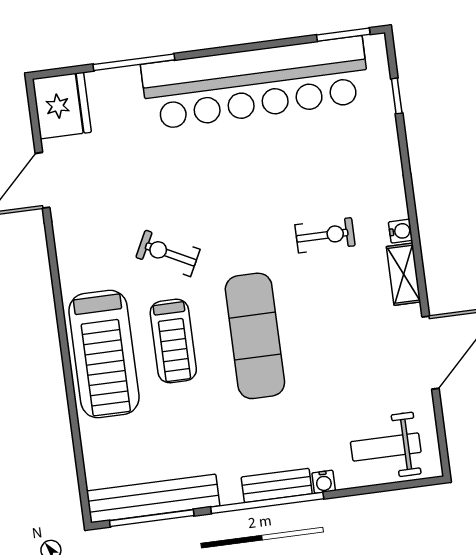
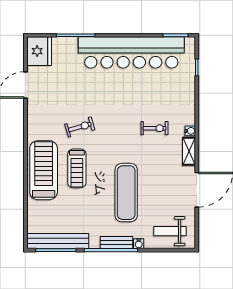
exercise bike: (168, 253) -> (80, 127), turned 137
exercise mat: (255, 336) -> (126, 193), moved
treadmill: (104, 354) -> (44, 170), turned 180

